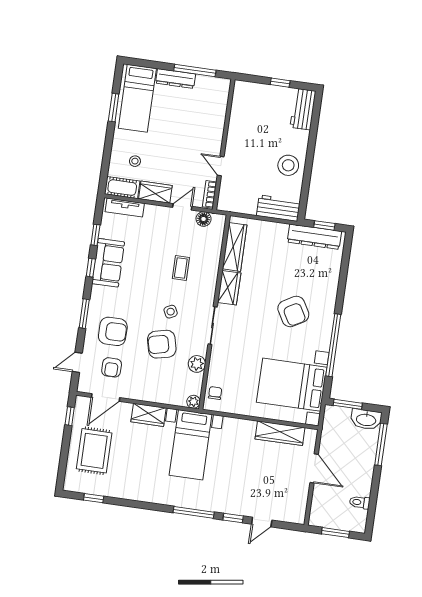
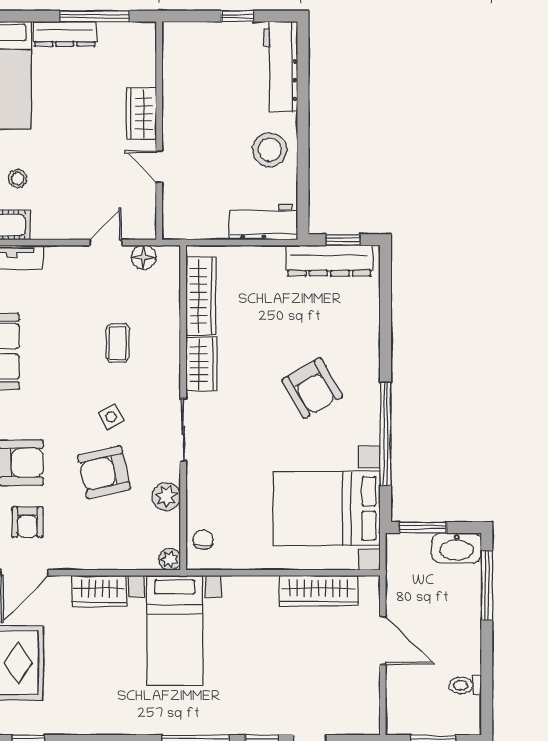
workbench: (303, 109) -> (281, 67), width x1.37
wardrobe: (155, 192) -> (141, 113), moved, turned -90
bookcase: (210, 194) -> (148, 216), removed

